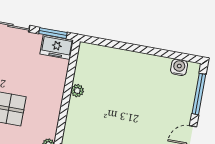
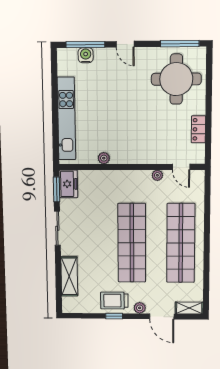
kitchen unit: (126, 59) -> (66, 119), added
water cooler: (179, 67) -> (86, 55), moved, turned 90

